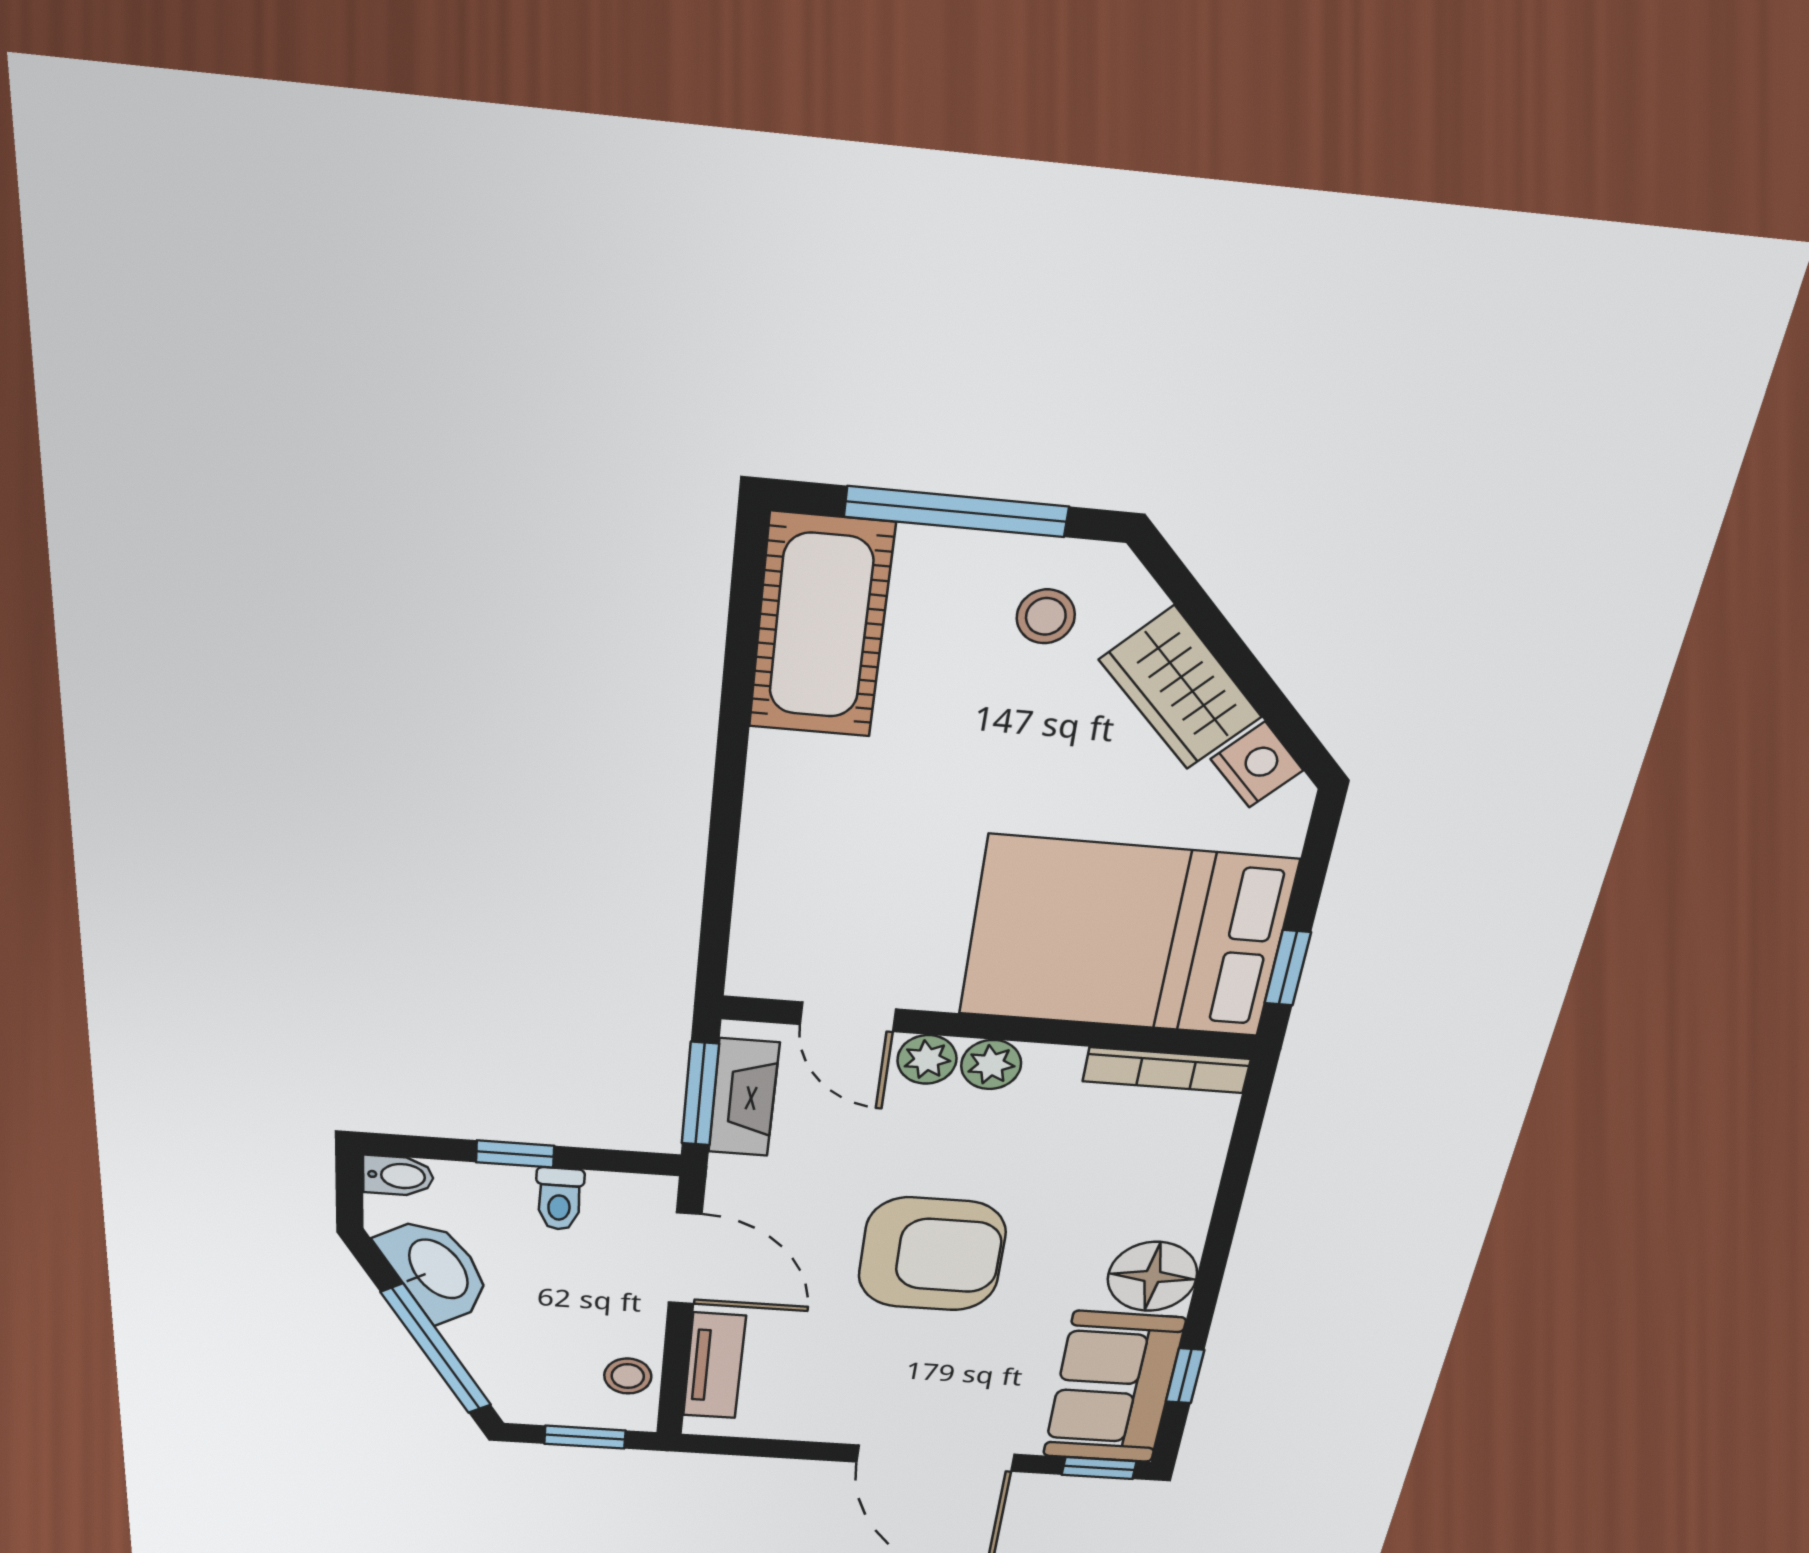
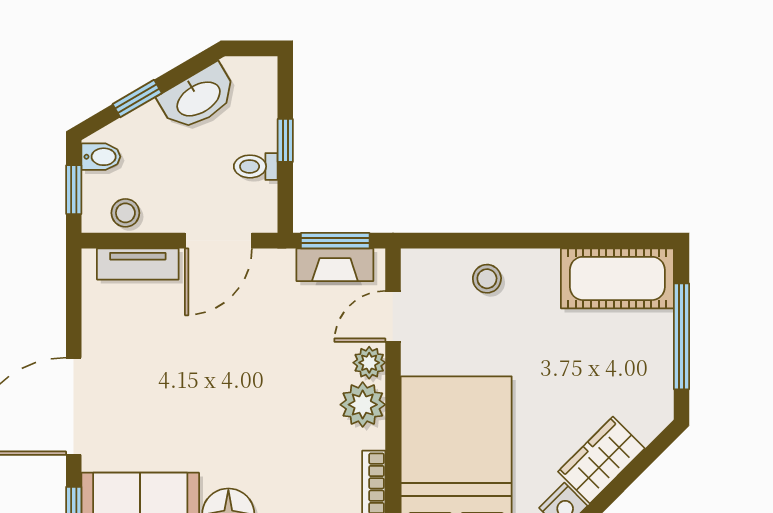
stool: (1046, 616) -> (487, 279), moved
plant: (991, 1065) -> (363, 405), width x1.38, depth x1.38
bidet: (398, 1176) -> (101, 157), moved, turned -90
armchair: (932, 1254) -> (234, 383), removed
window: (436, 1349) -> (137, 99), width x0.46

